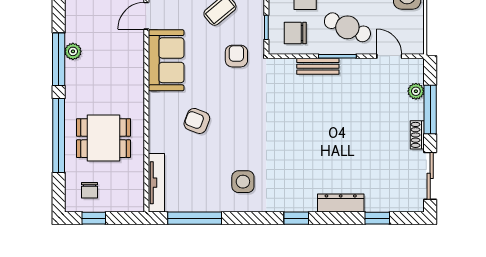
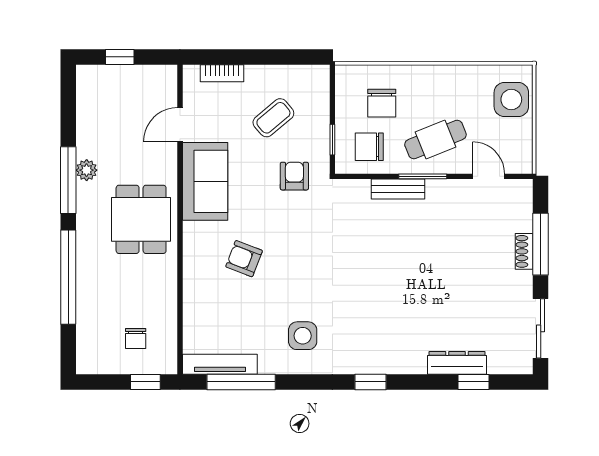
cafe table: (347, 27) -> (435, 140), turned -45
plant: (416, 91) -> (522, 221), removed
shoe rack: (417, 135) -> (524, 251), moved
dining table: (104, 138) -> (141, 219), moved, turned 90
tv unit: (156, 183) -> (220, 364), moved, turned -90
chair: (90, 190) -> (136, 339), moved
dresser: (341, 203) -> (457, 363), moved
window: (94, 218) -> (145, 382), moved

